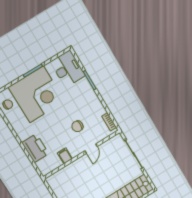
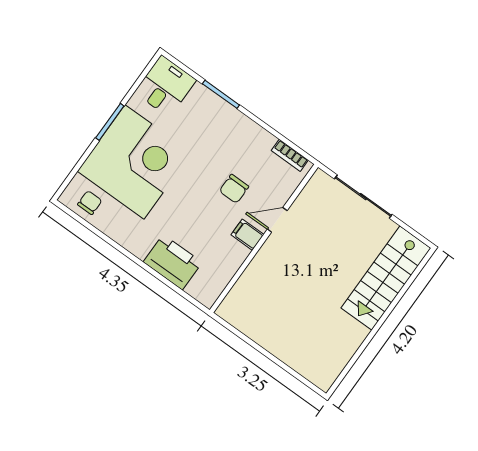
desk: (68, 69) -> (165, 86), width x0.73
door: (91, 149) -> (277, 220), swing flipped
filing cabinet: (65, 156) -> (247, 235), moved

